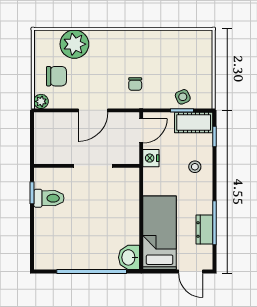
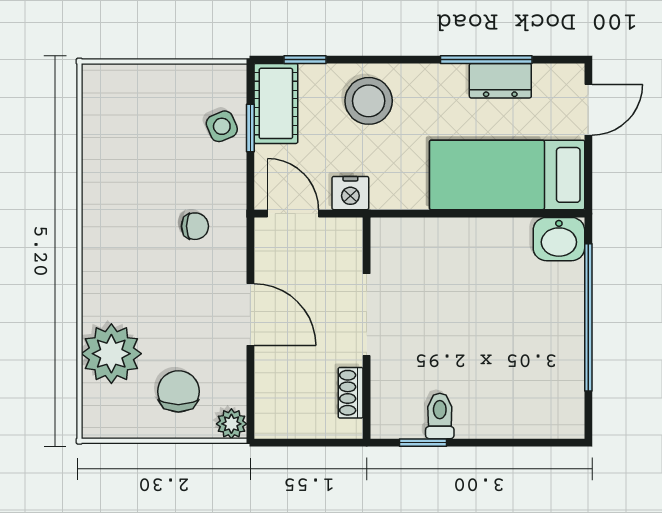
shoe rack: (56, 158) -> (351, 393), added
stool: (195, 167) -> (369, 101), width x1.89, depth x1.89
toilet: (49, 198) -> (440, 416), width x0.73, depth x0.72

